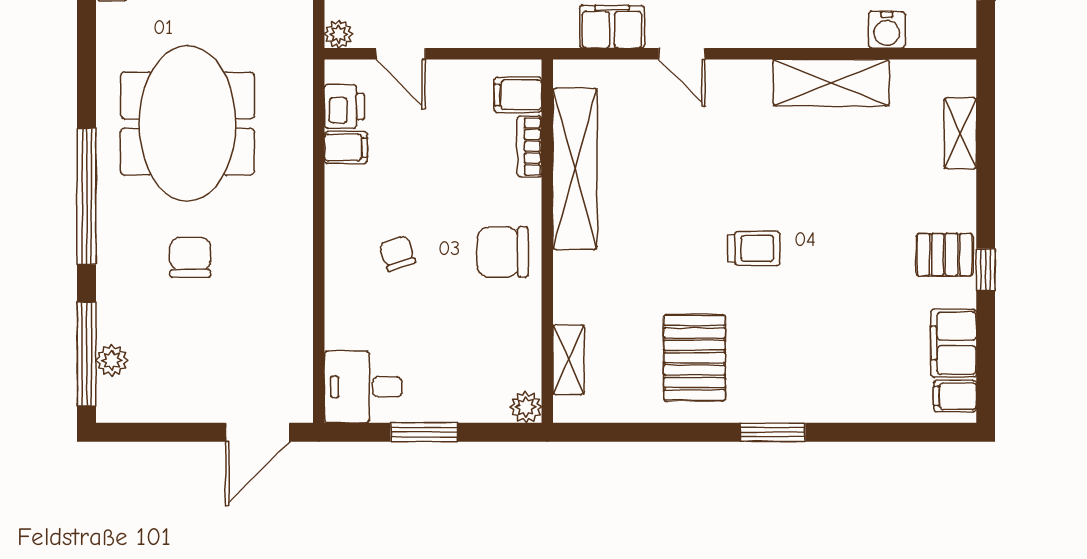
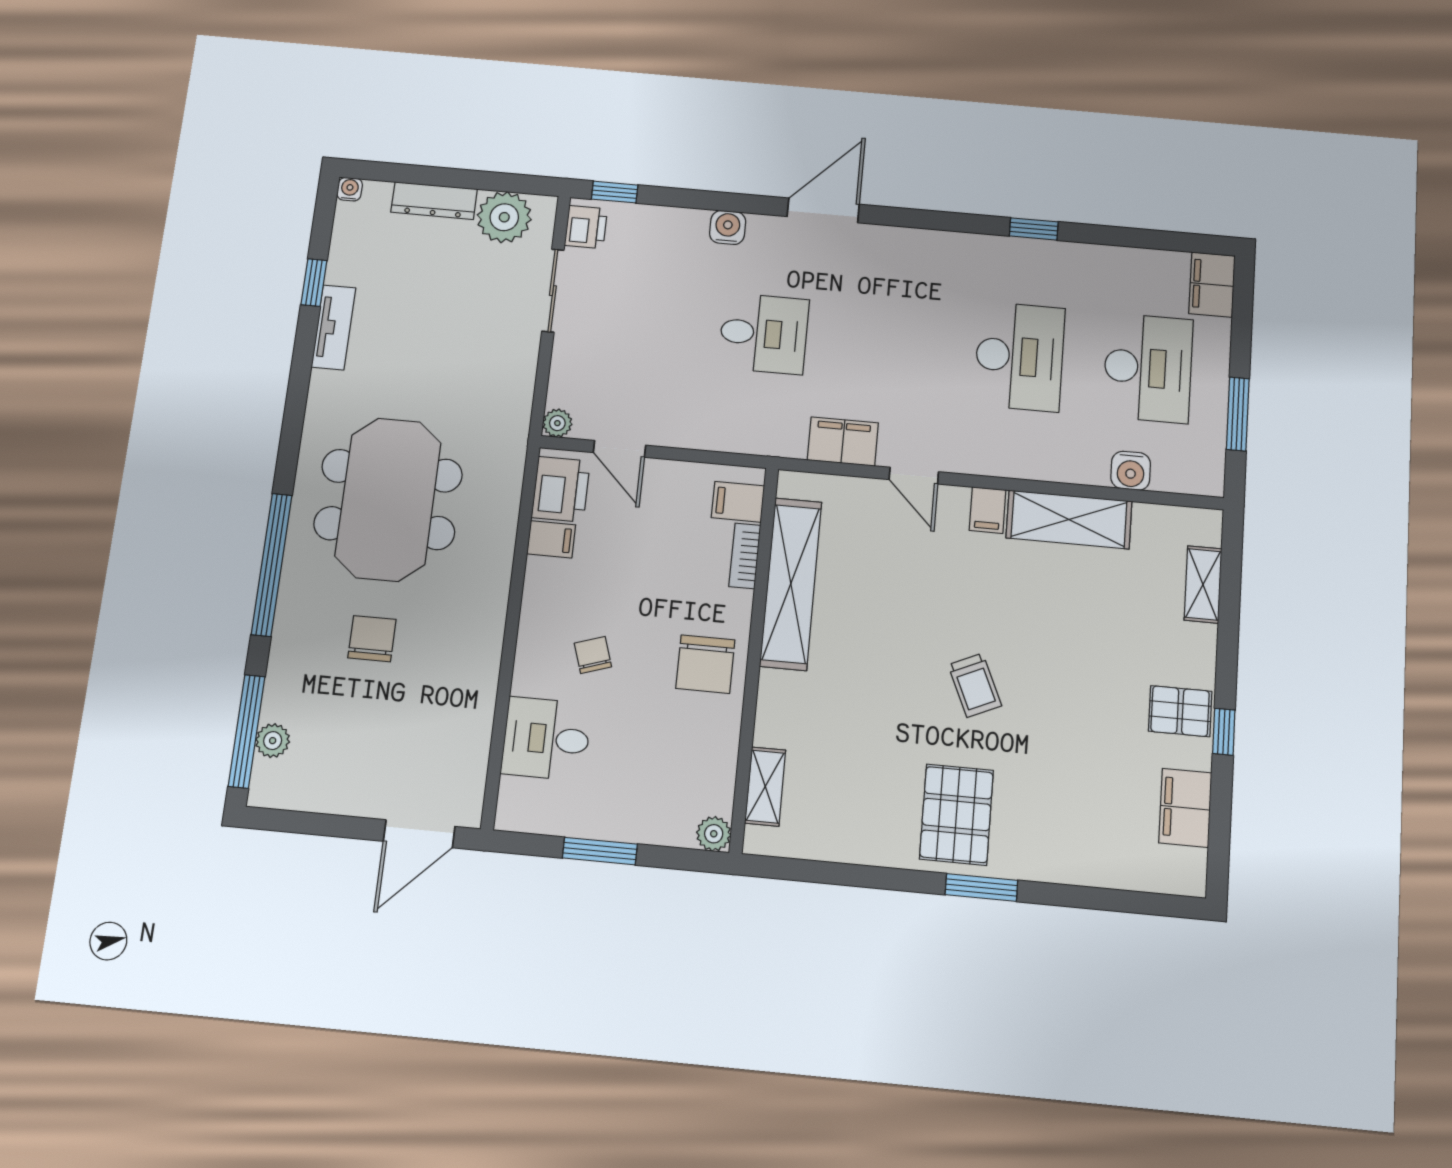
printer: (344, 106) -> (561, 489), width x1.36, depth x1.24
trolley: (754, 248) -> (975, 685), turned 66
chair: (503, 252) -> (705, 664), turned -90
pallet: (695, 358) -> (956, 815), moved
desk: (363, 387) -> (546, 739), moved
filing cabinet: (955, 396) -> (988, 510), moved, turned -90

